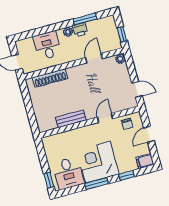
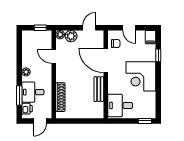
window: (85, 19) -> (19, 96), moved
printer: (80, 30) -> (27, 109), moved
plant: (122, 71) -> (71, 36), added
door: (105, 118) -> (106, 60), width x1.87
desk: (68, 173) -> (120, 105), moved, turned 180
window: (96, 184) -> (158, 82), removed

